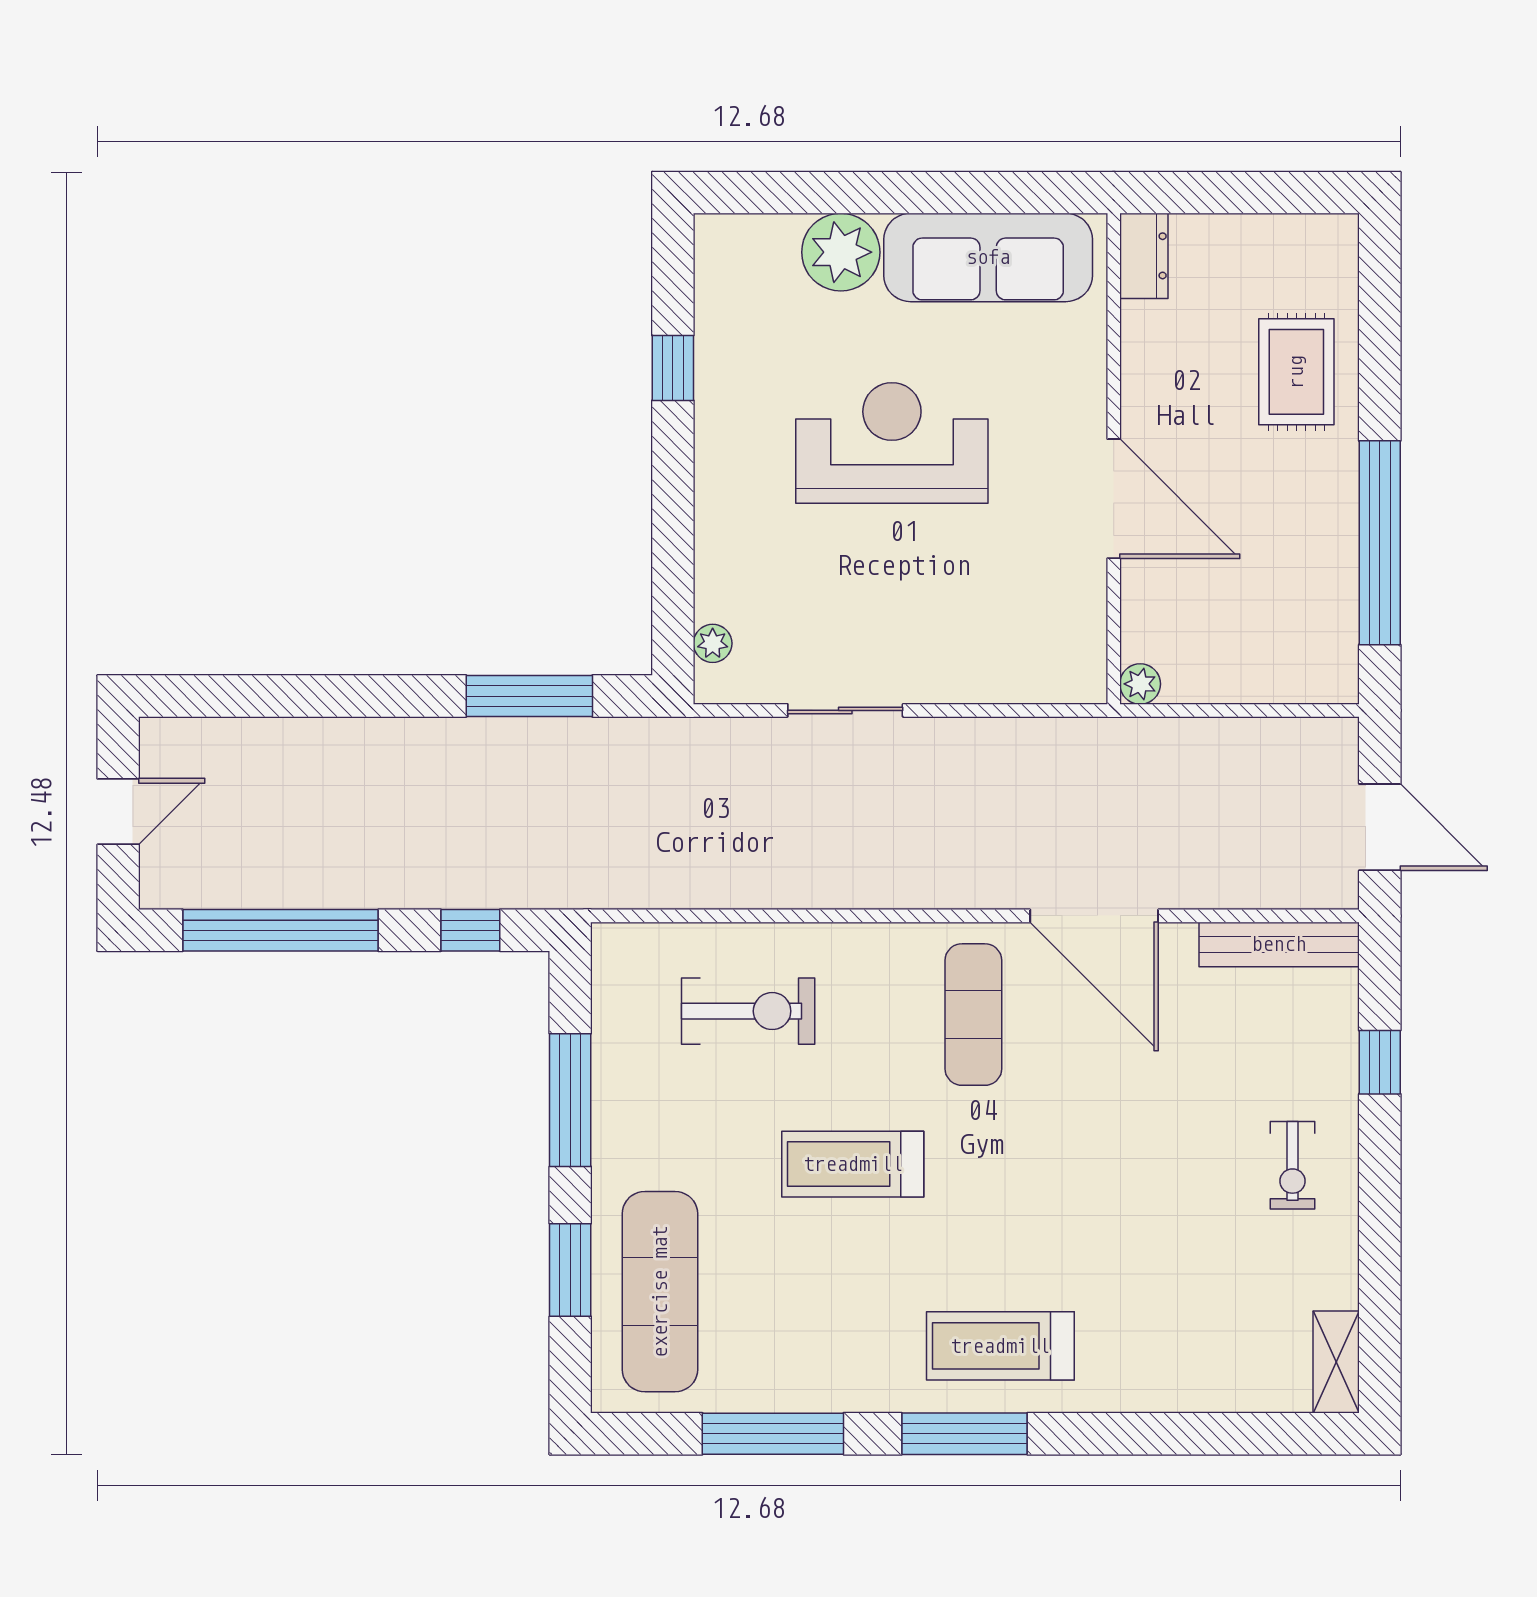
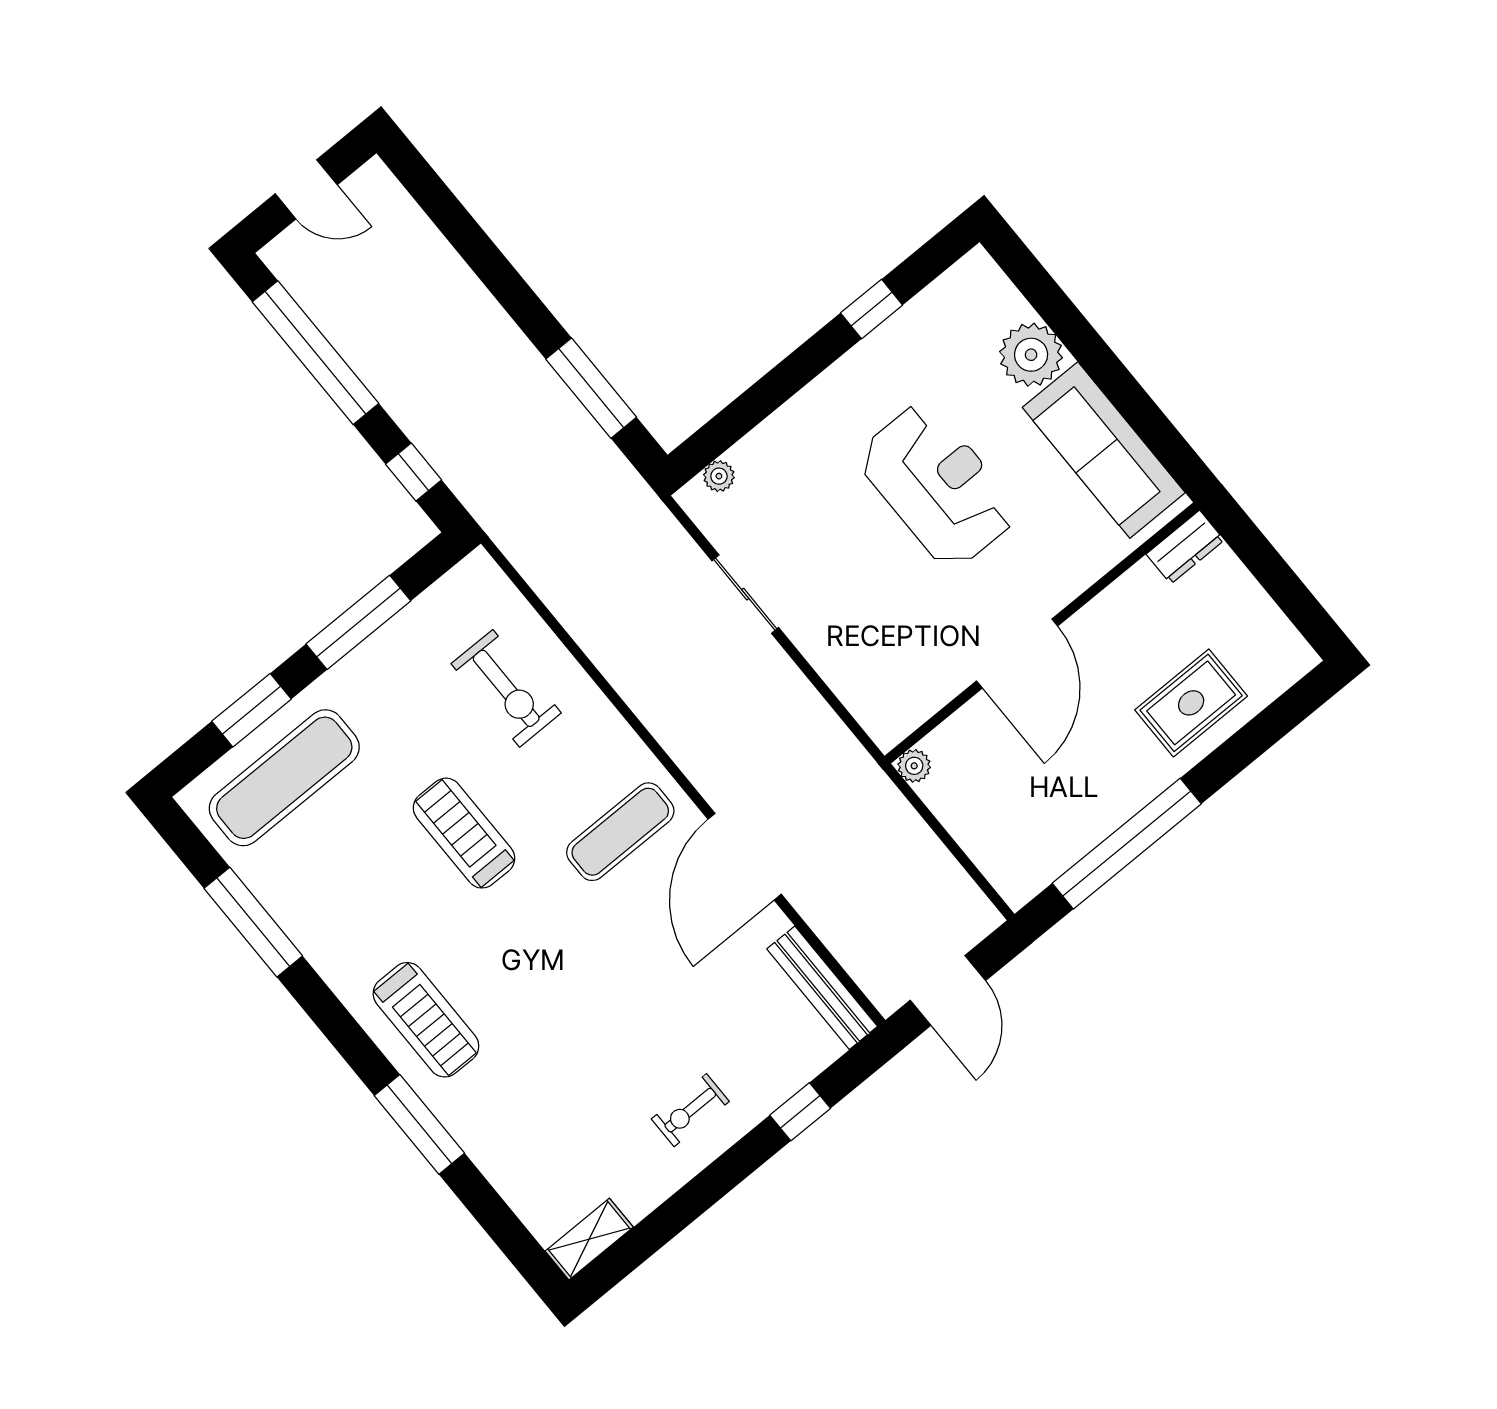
treadmill: (1000, 1346) -> (426, 1020), turned 180
window: (965, 1434) -> (419, 1124), moved

